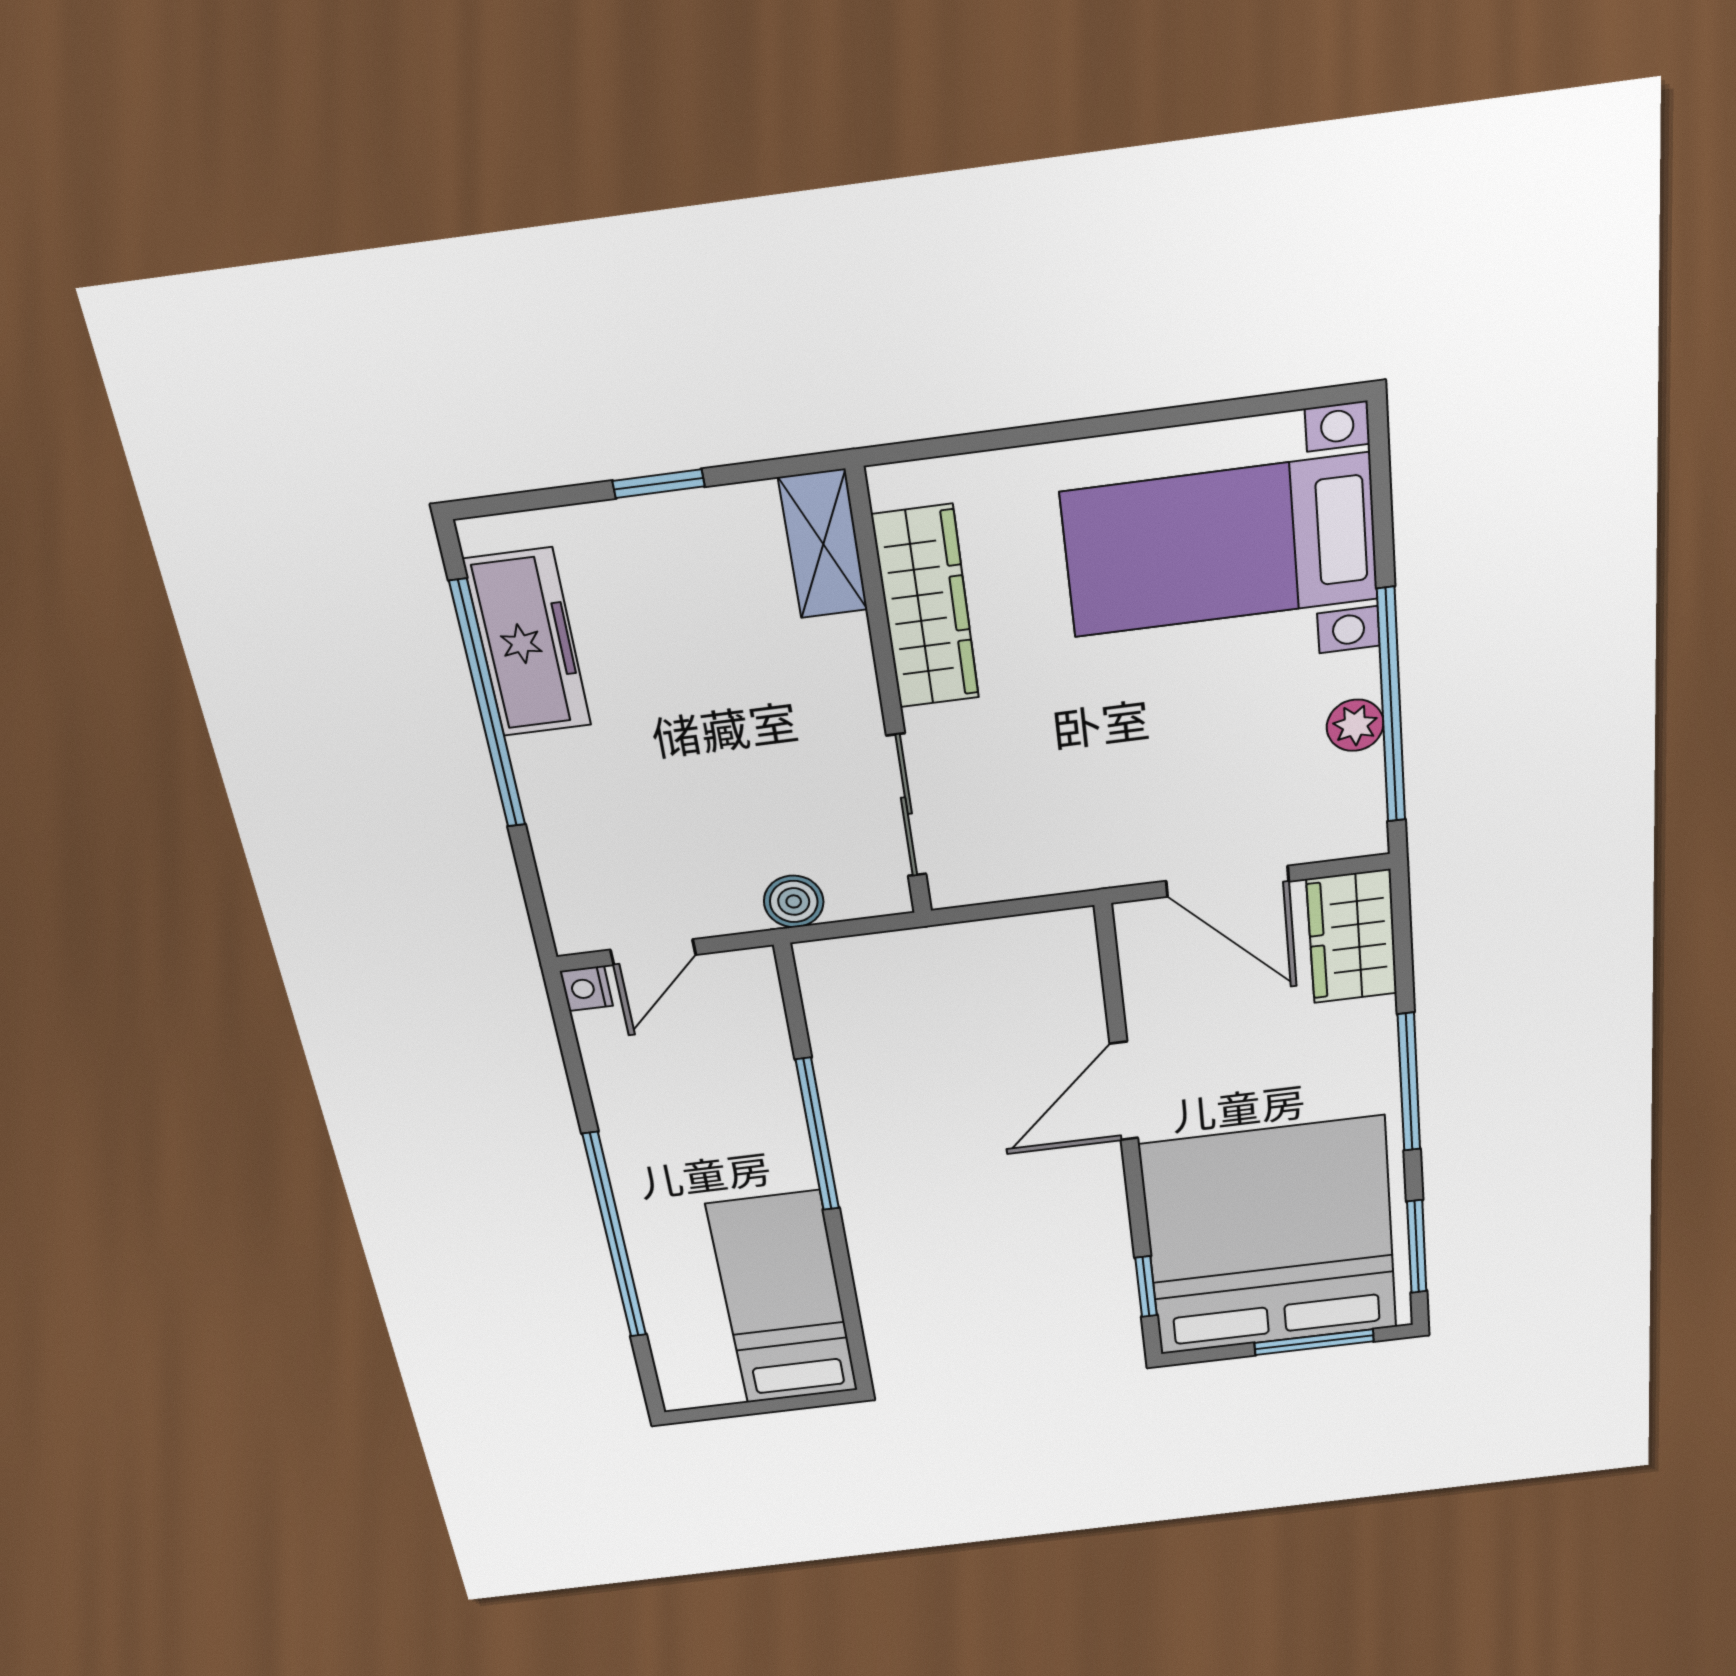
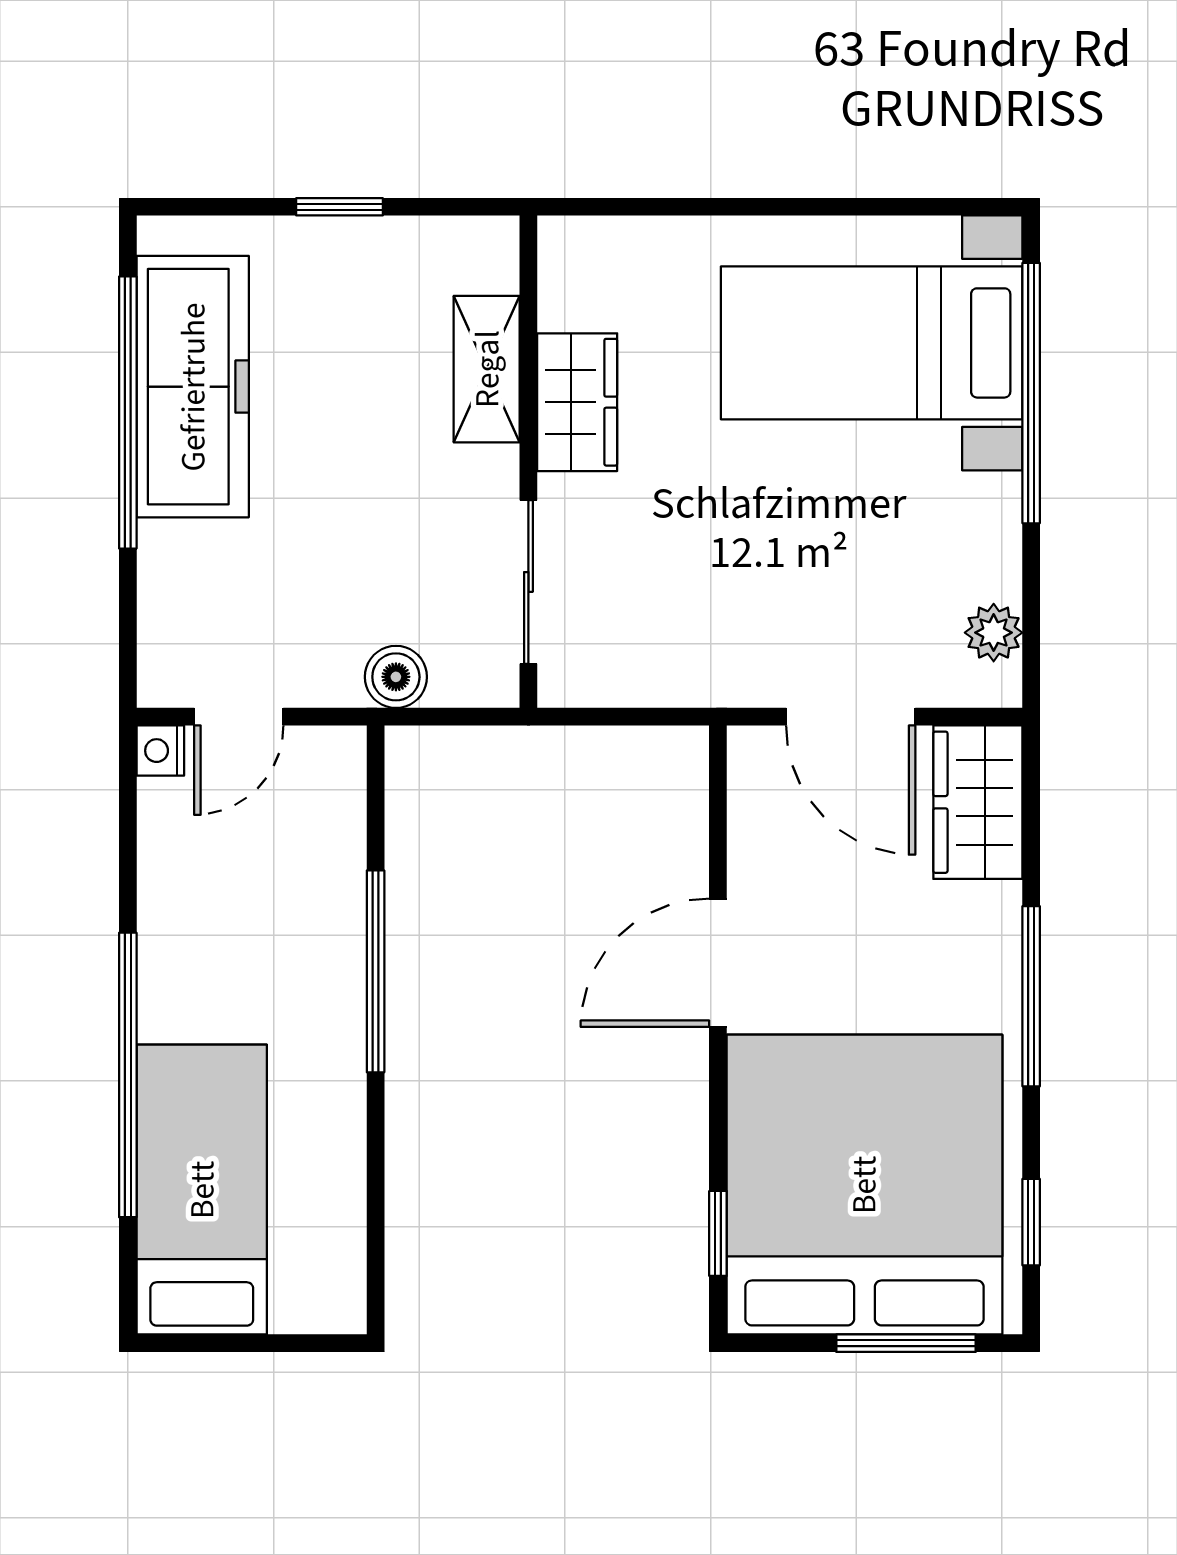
shelving: (823, 544) -> (487, 369), moved
wardrobe: (926, 607) -> (577, 402), width x0.67
freezer: (528, 643) -> (193, 387), width x1.36, depth x1.26
window: (1391, 707) -> (1031, 393), moved
plant: (1355, 725) -> (994, 633), moved
window: (1417, 1247) -> (1031, 1222), width x0.67
bed: (783, 1299) -> (202, 1190), moved

